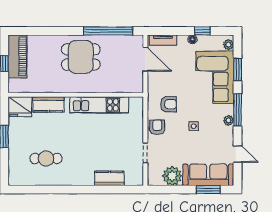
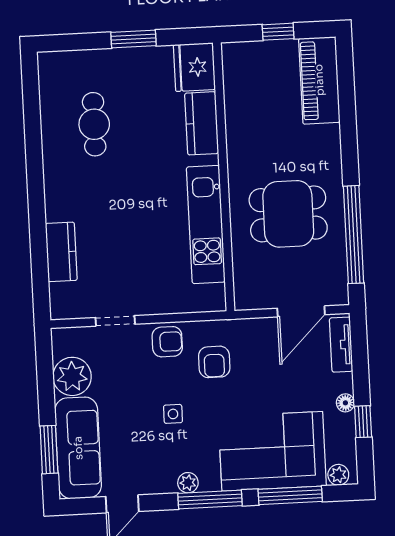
piano: (17, 56) -> (319, 80), moved, turned 90
dining table: (81, 57) -> (288, 214), moved, turned 90
window: (238, 69) -> (290, 495), width x1.44

